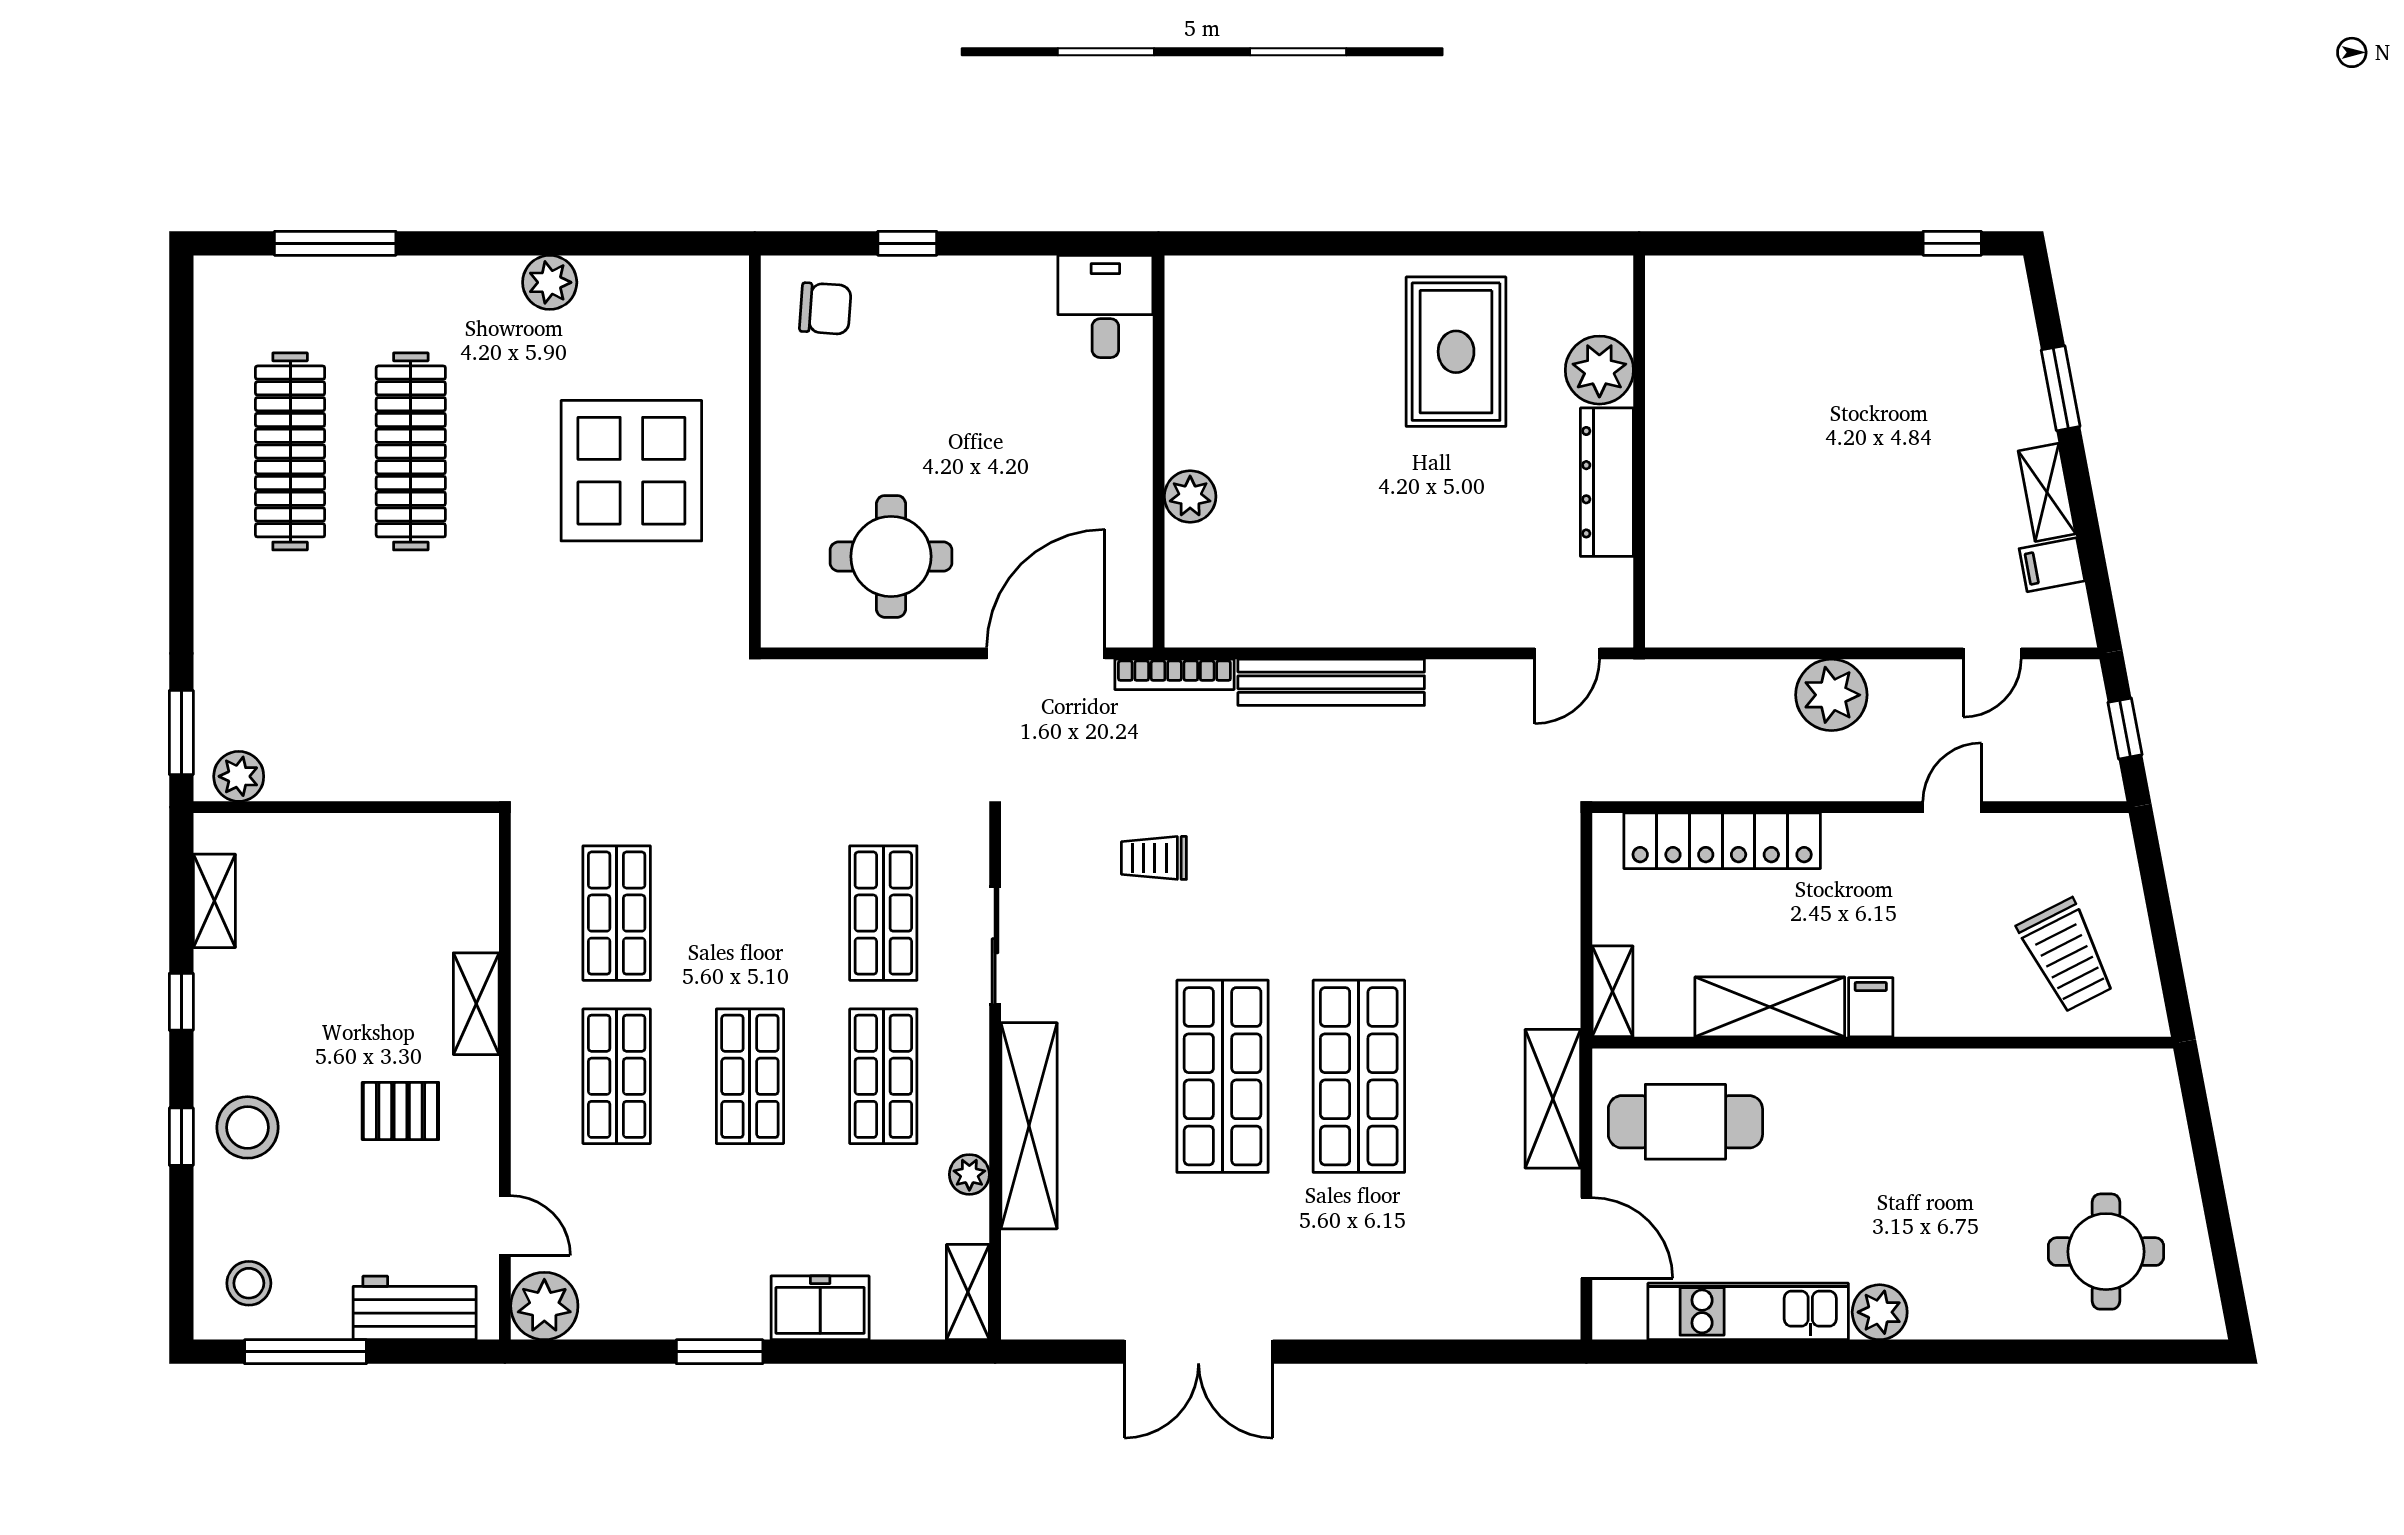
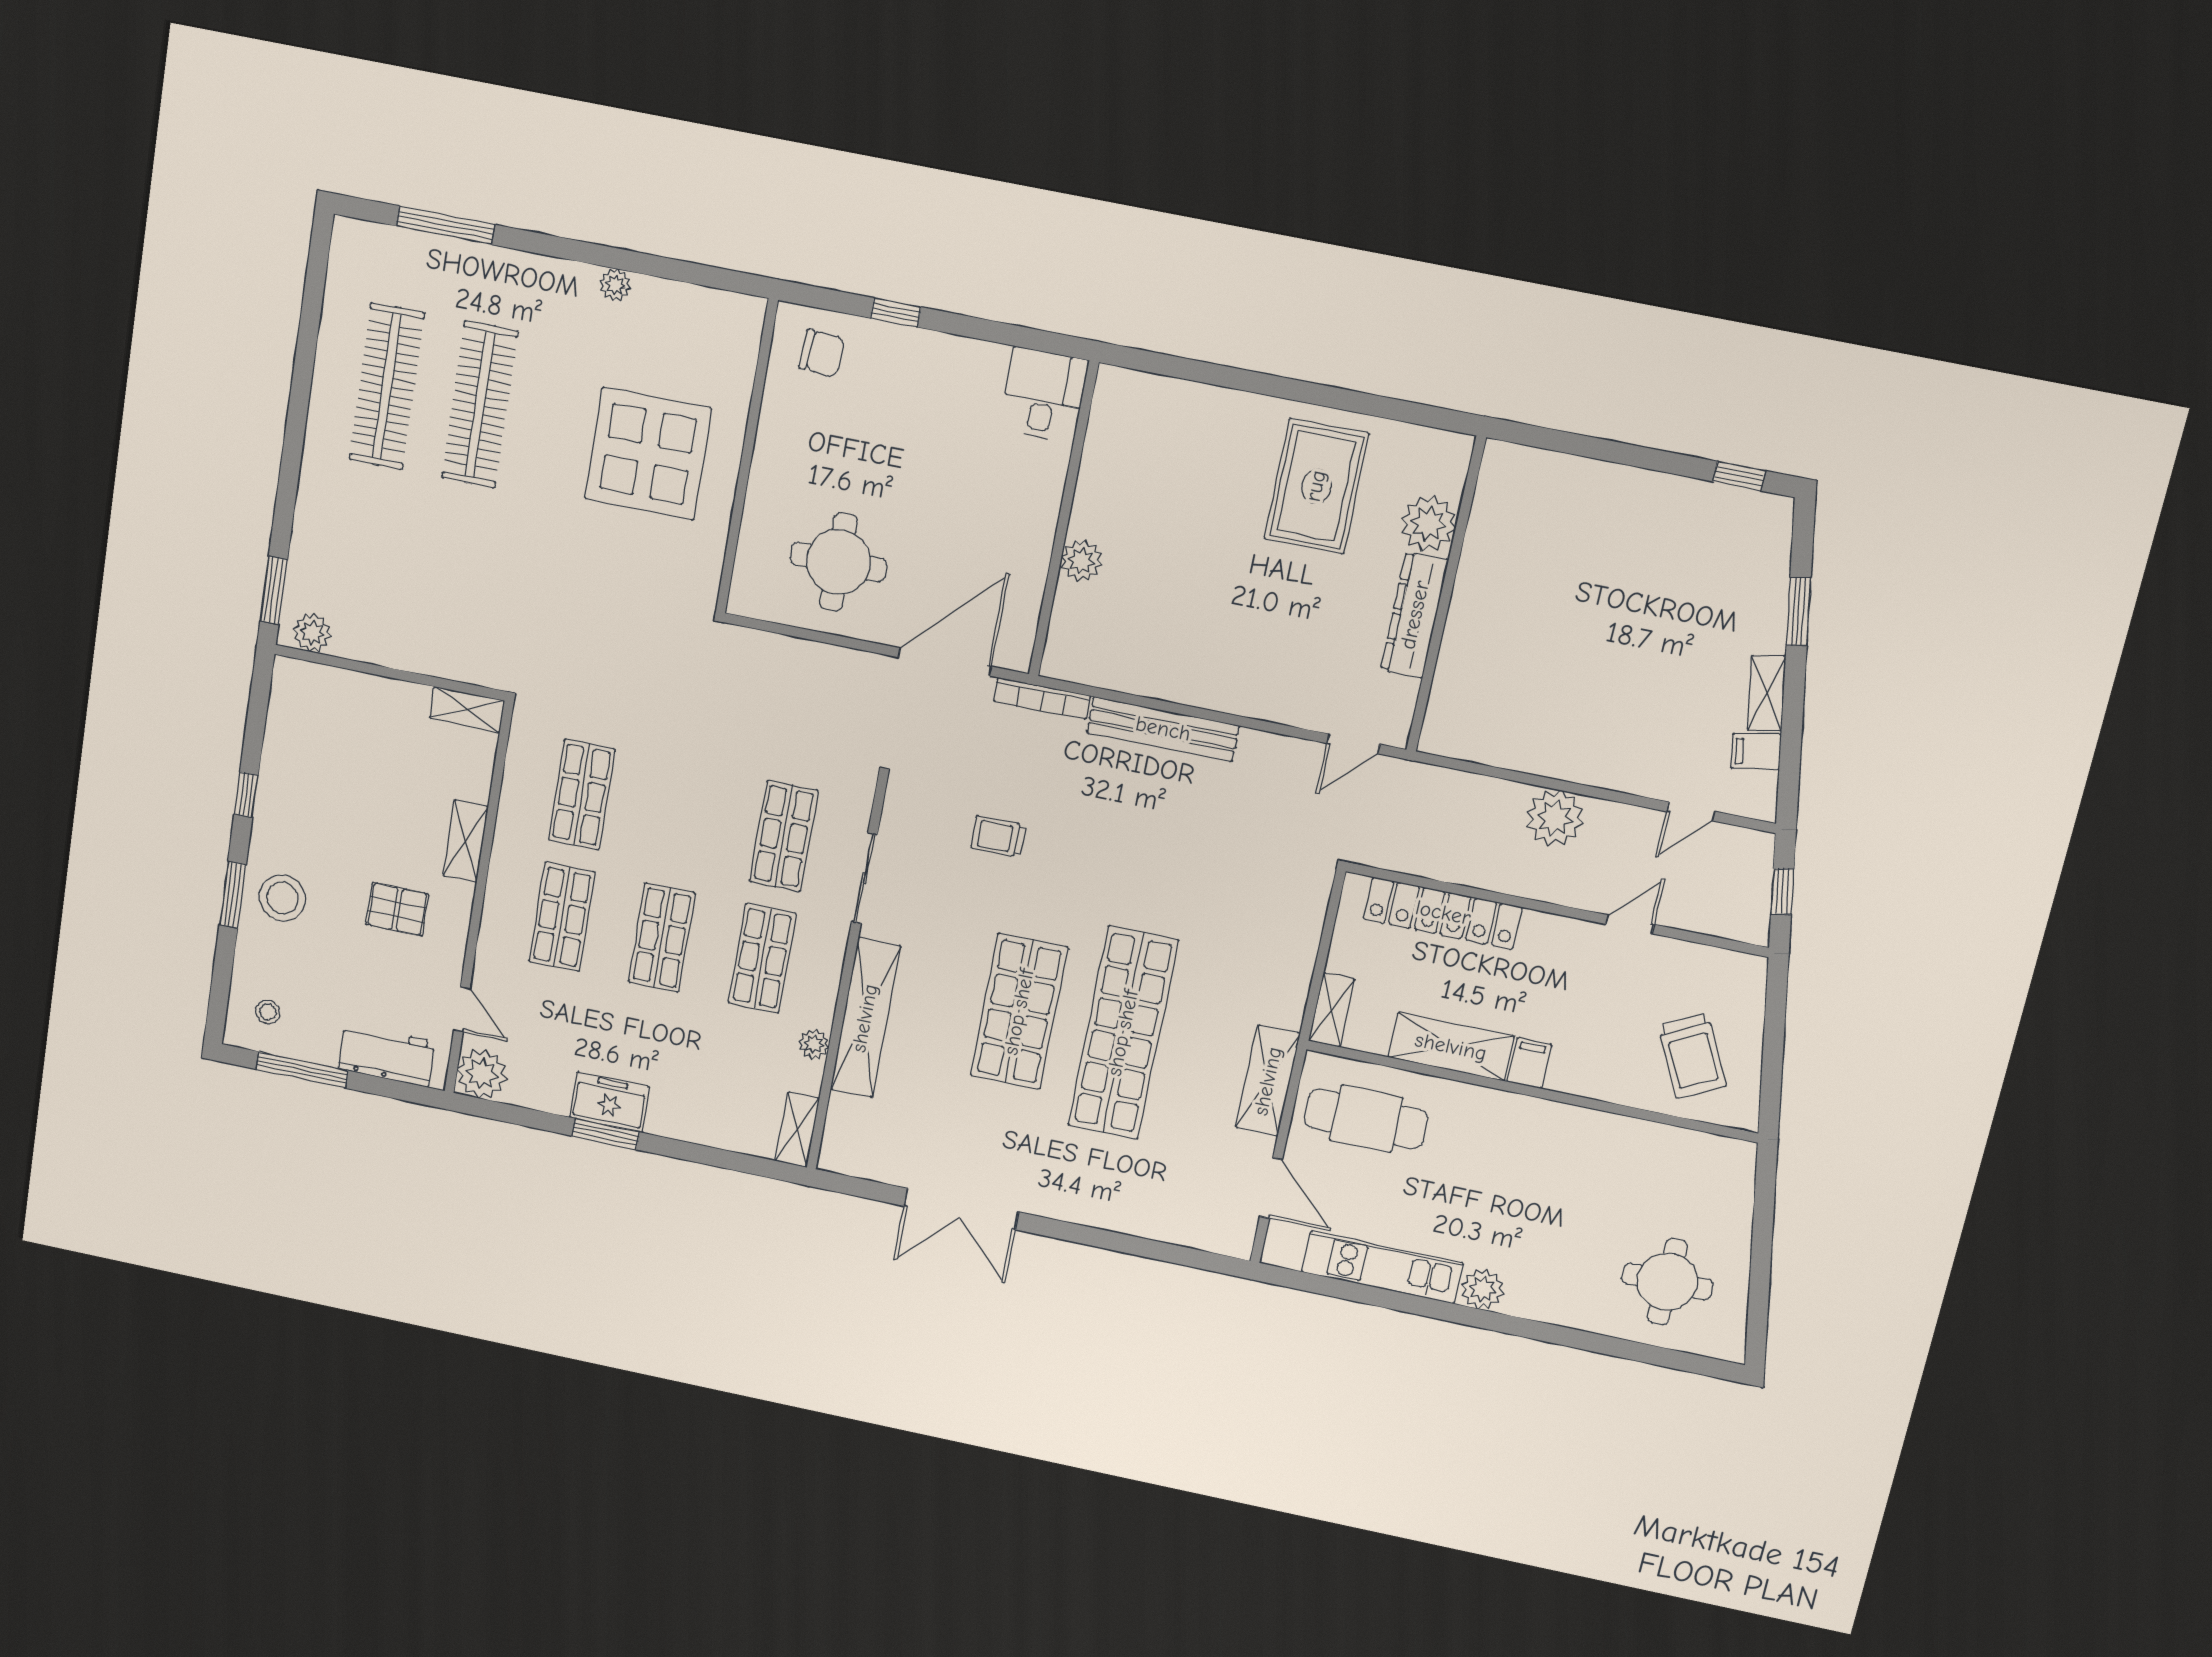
plant: (550, 282) -> (615, 285), width x0.73, depth x0.73
shelving: (214, 901) -> (467, 709), moved, turned 90
shop shelf: (1359, 1076) -> (1123, 1033), width x1.40
window: (181, 1137) -> (233, 895), width x1.50
stool: (249, 1283) -> (268, 1012), width x0.73, depth x0.73
freezer: (820, 1308) -> (610, 1102), moved

